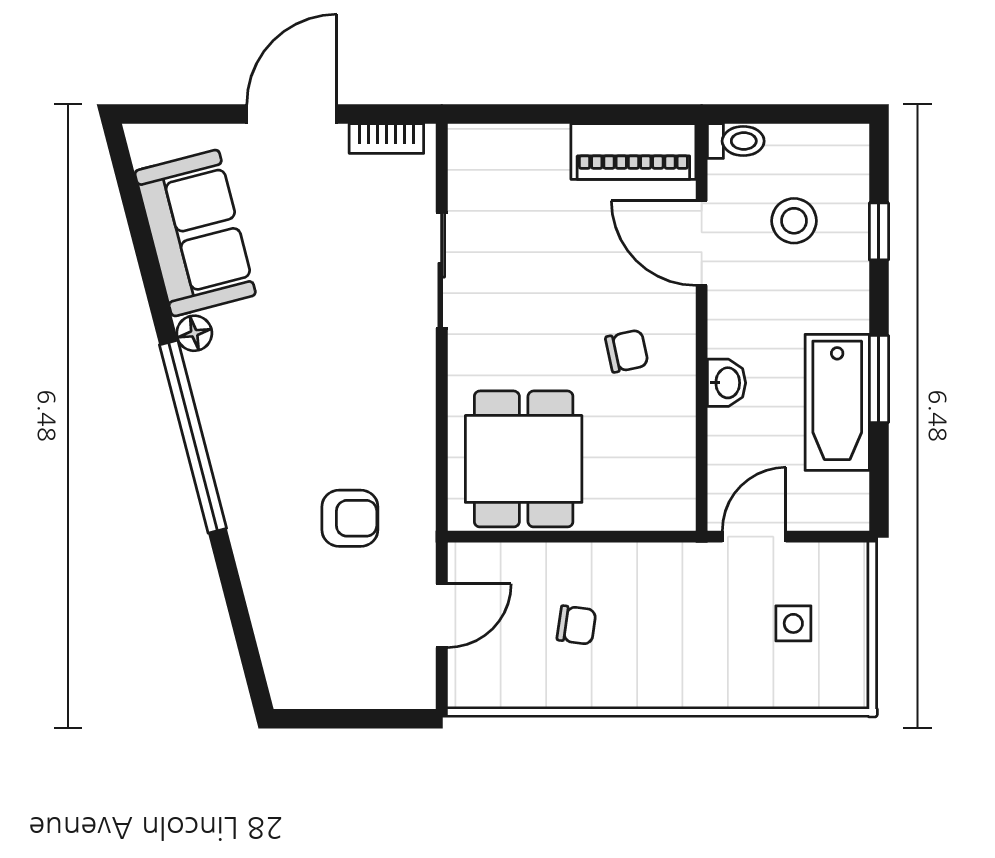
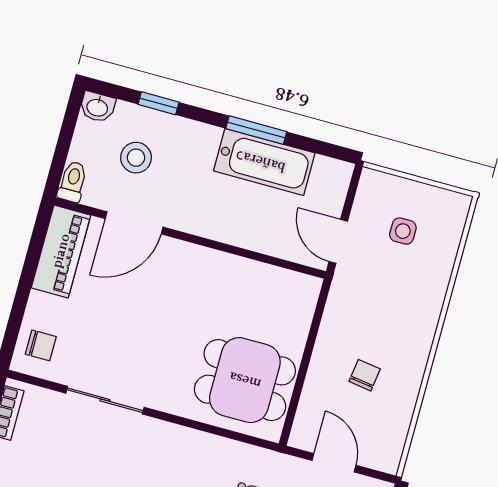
chair: (627, 351) -> (41, 345), moved, turned 102
washbasin: (727, 383) -> (97, 107), moved, turned 180

